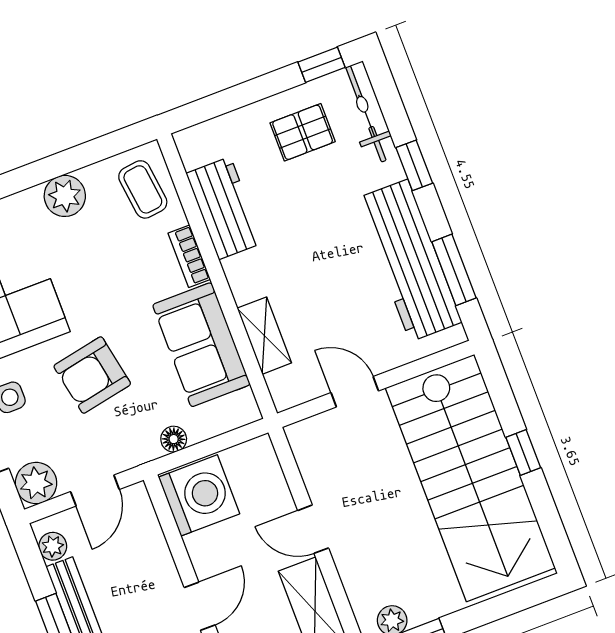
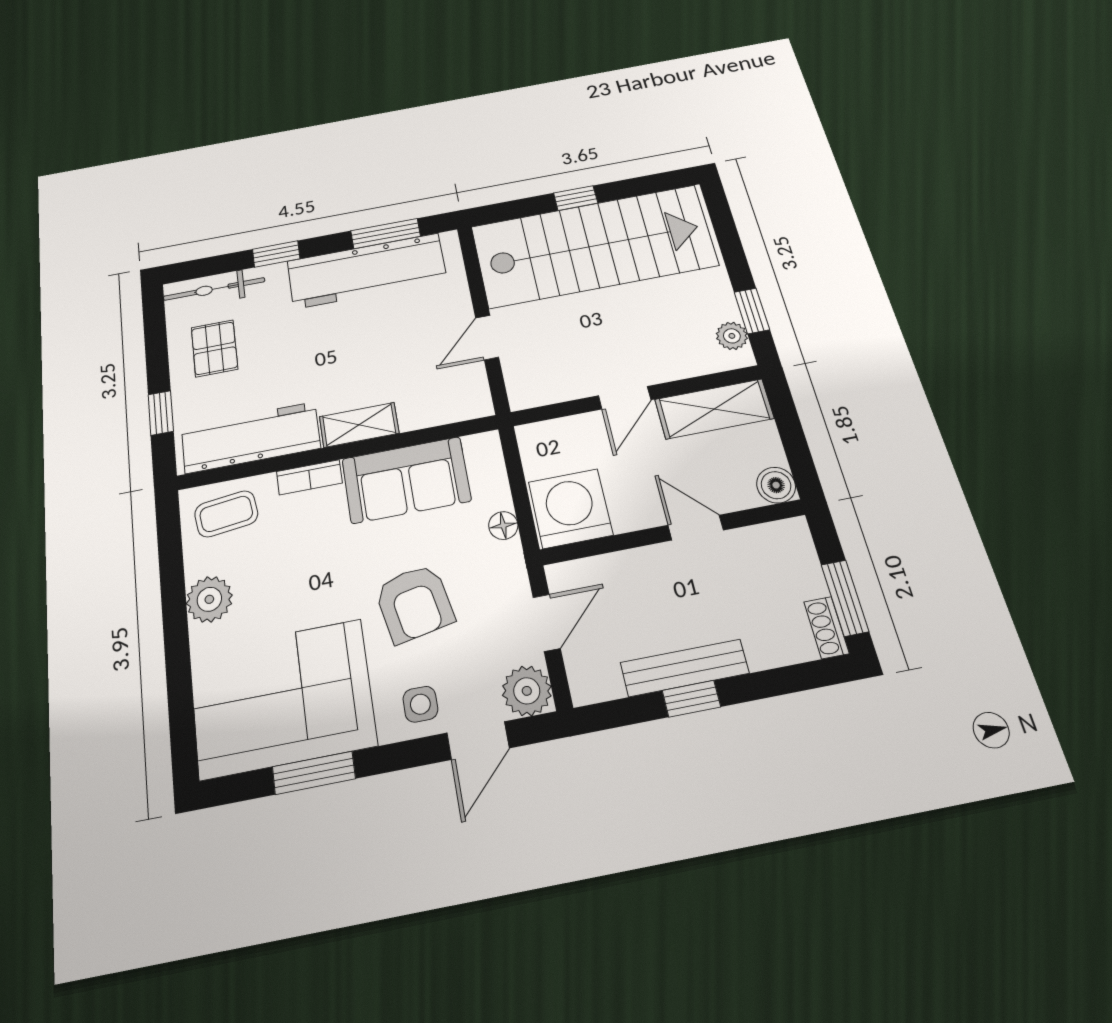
window: (321, 65) -> (161, 413), moved
workbench: (224, 208) -> (251, 438), width x1.38
shelving: (264, 336) -> (359, 425), moved
door: (95, 490) -> (547, 623), hinge flipped
plant: (53, 546) -> (605, 684), removed

